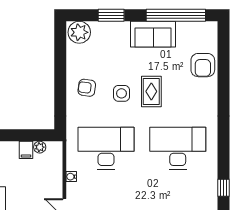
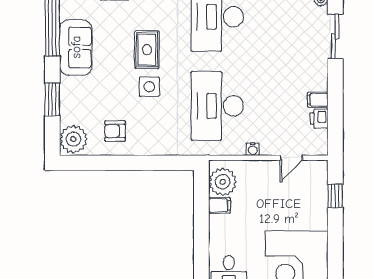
armchair: (87, 88) -> (115, 131), moved, turned 82
rug: (151, 91) -> (147, 50), turned 90
plant: (40, 147) -> (223, 182), width x1.87, depth x1.87

